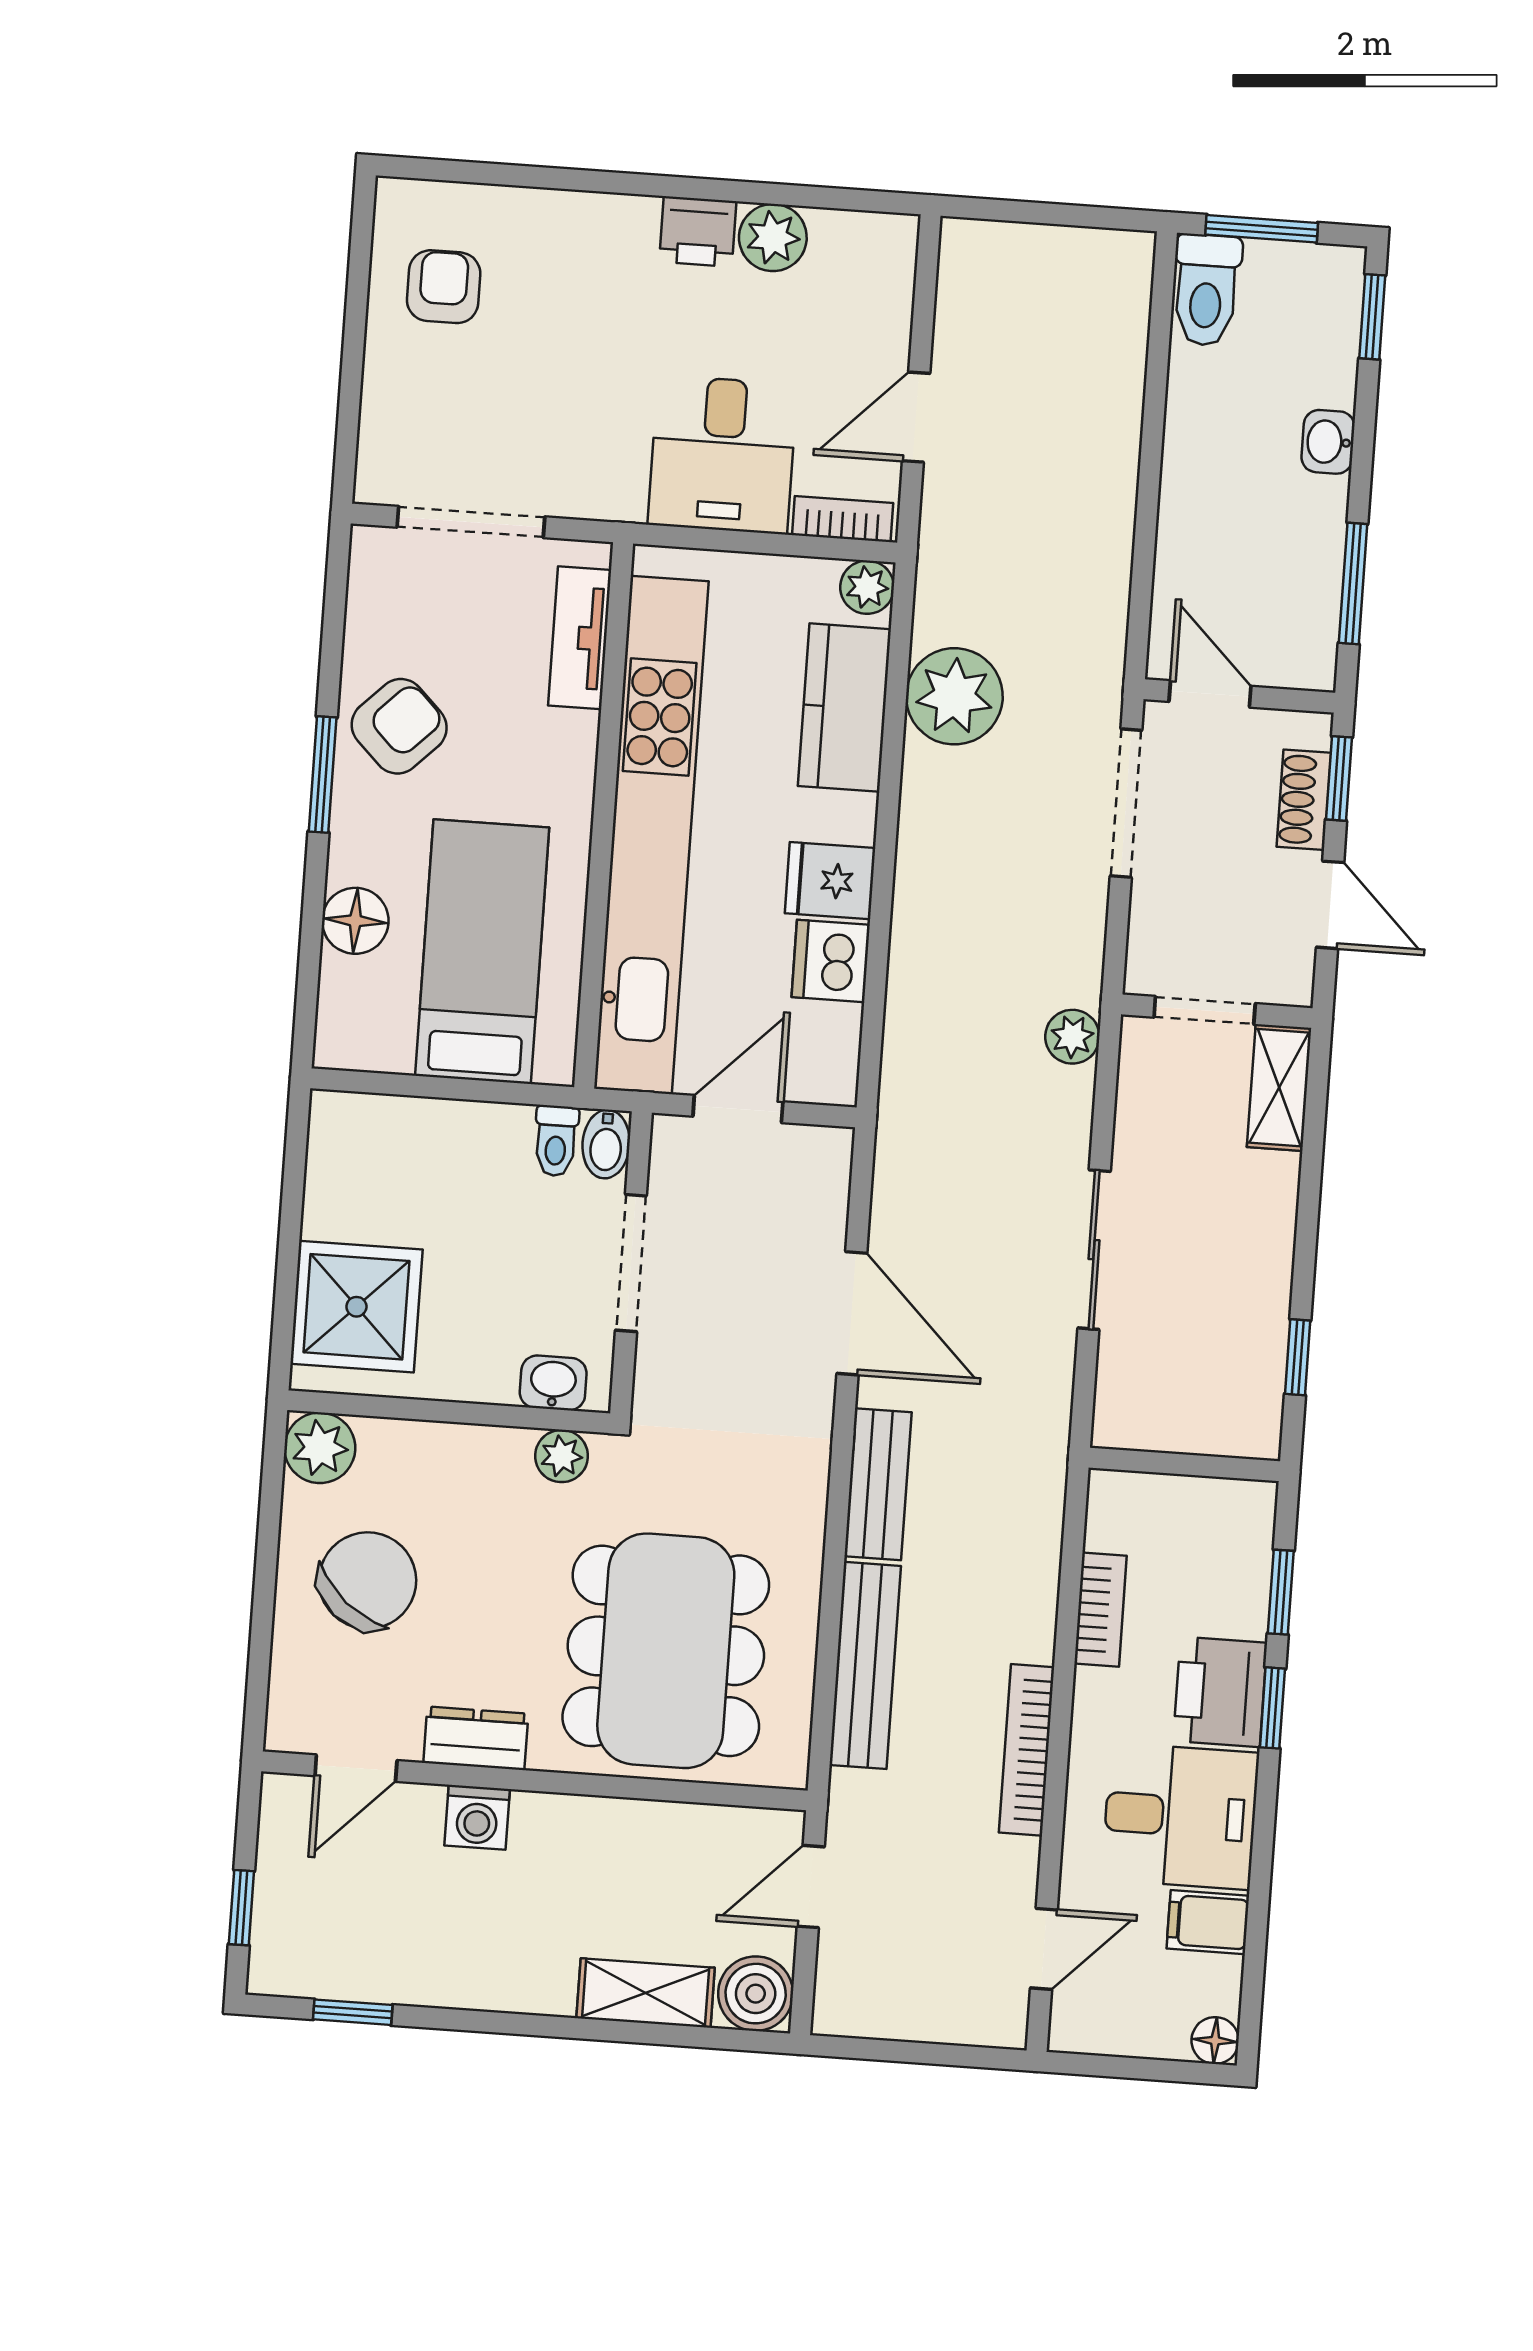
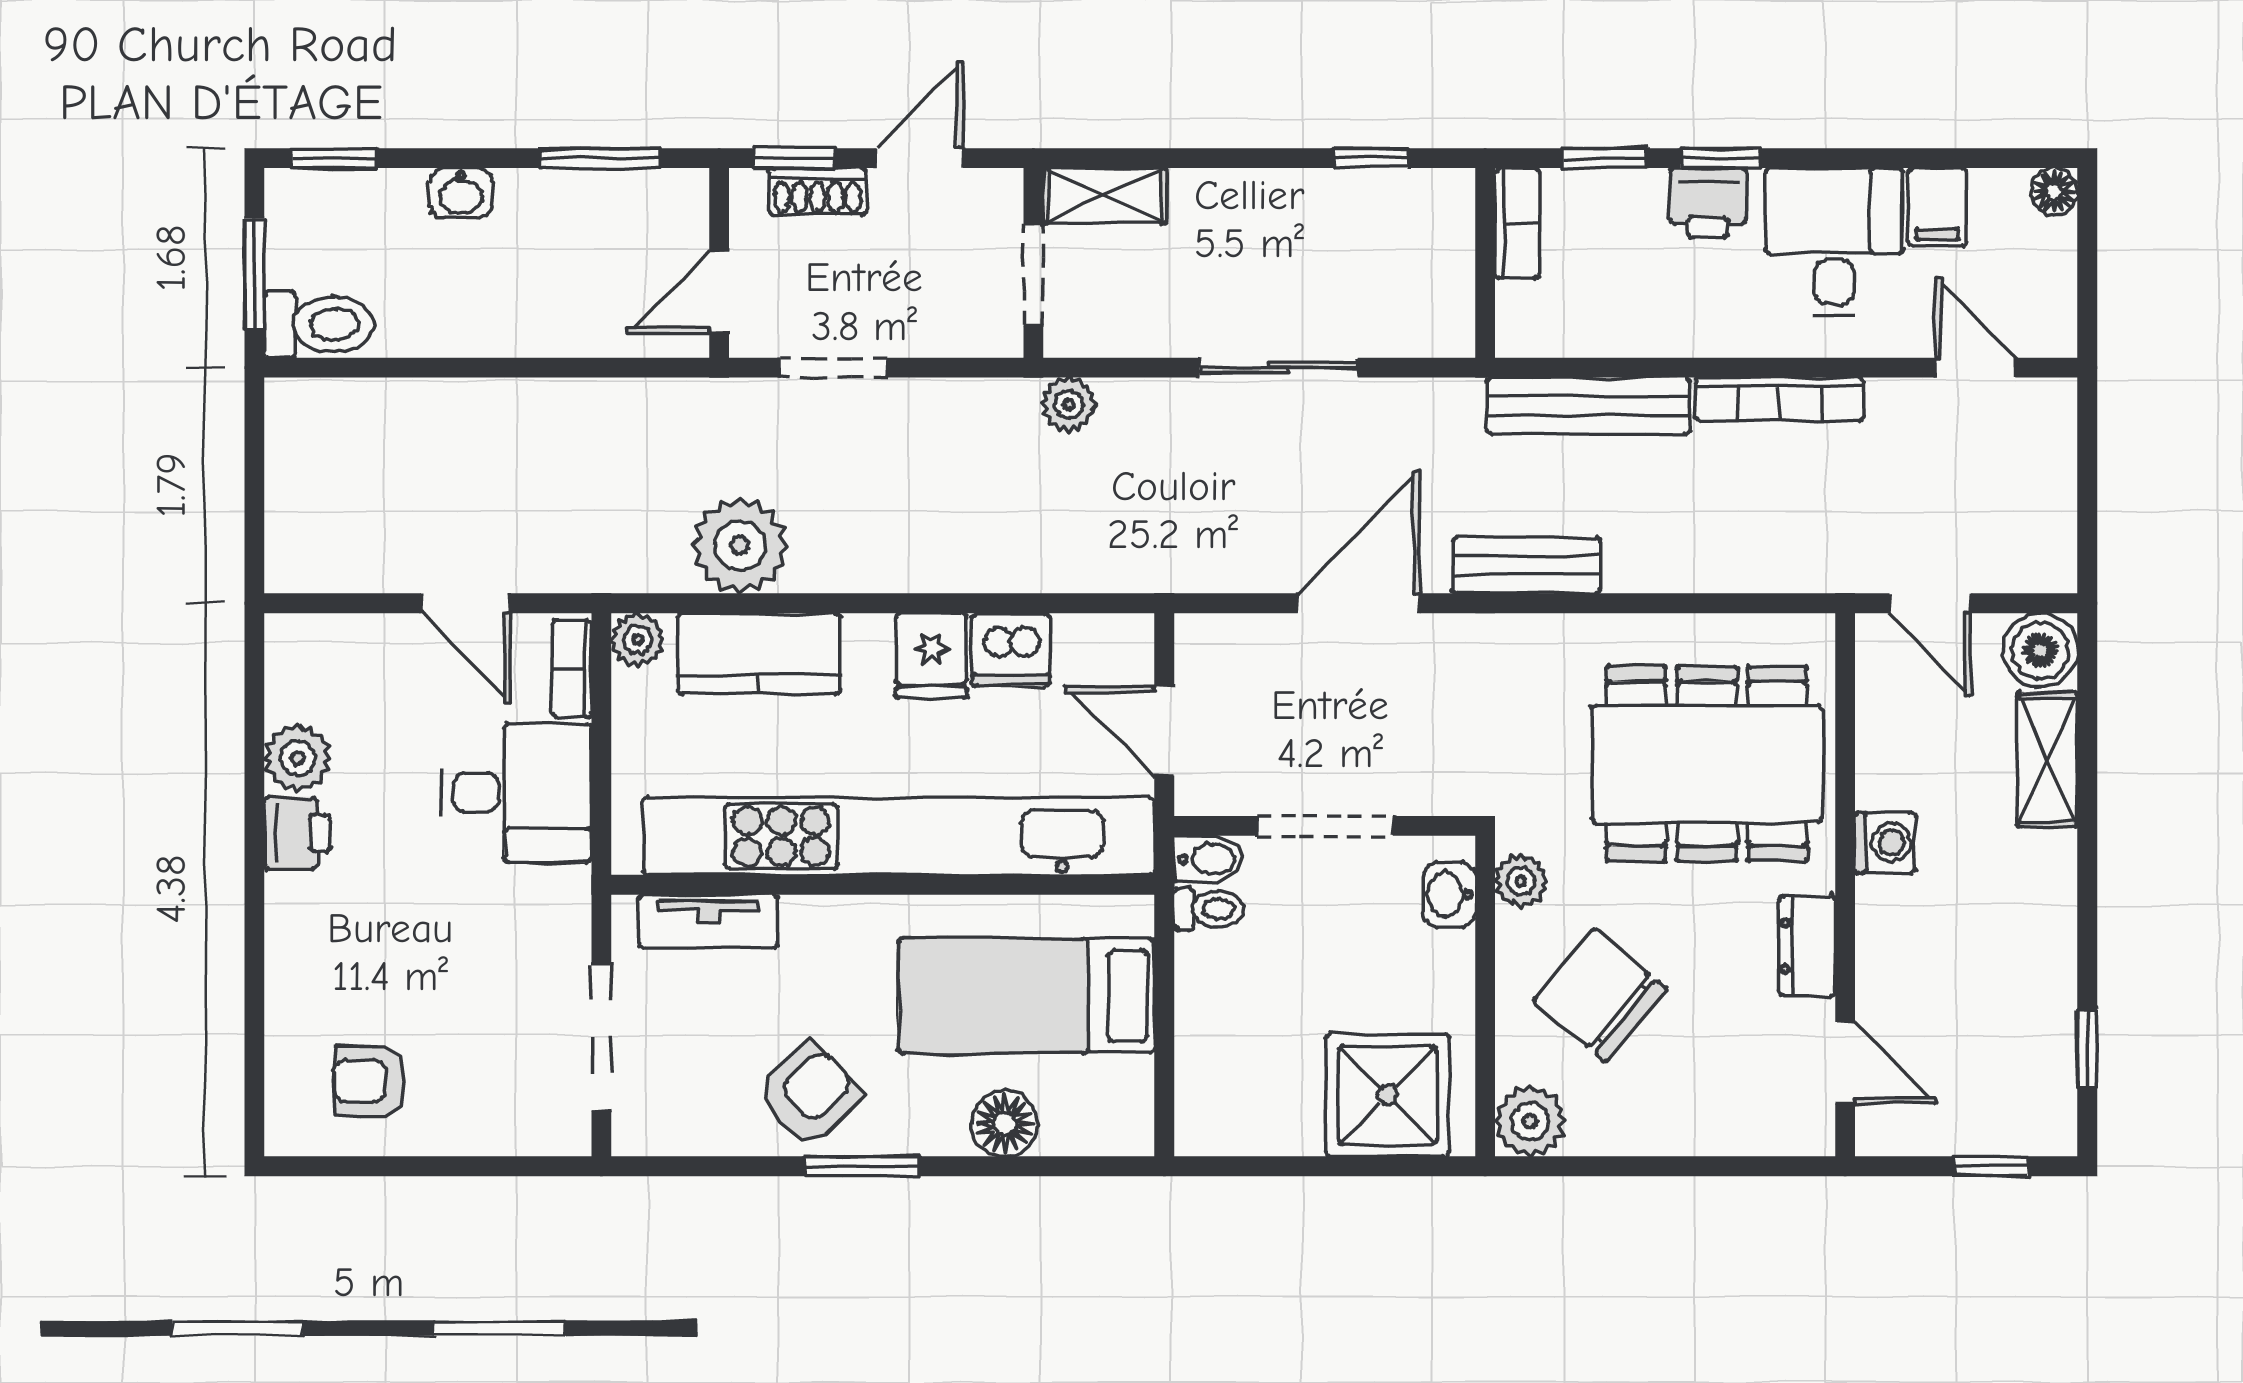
armchair: (399, 726) -> (809, 1094), turned 91
doorway: (1126, 803) -> (833, 368), width x0.73
chair: (368, 1581) -> (1600, 995), moved
bookcase: (1101, 1610) -> (1517, 223), moved, turned 90
bench: (865, 1665) -> (1589, 406), moved
printer: (1220, 1692) -> (1708, 203), width x0.73, depth x0.81
washing machine: (477, 1817) -> (1885, 843), moved

